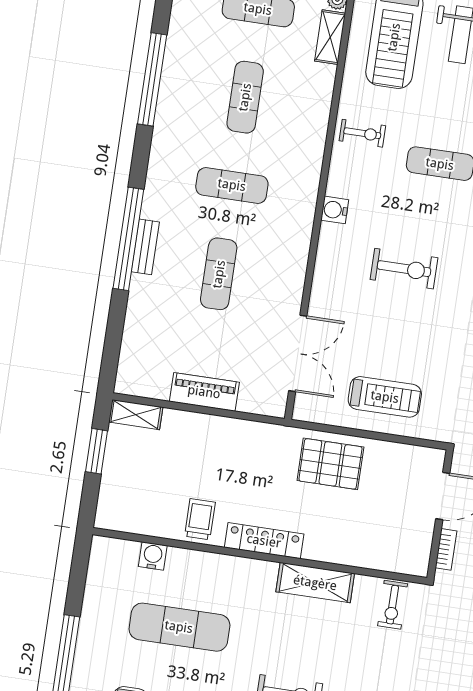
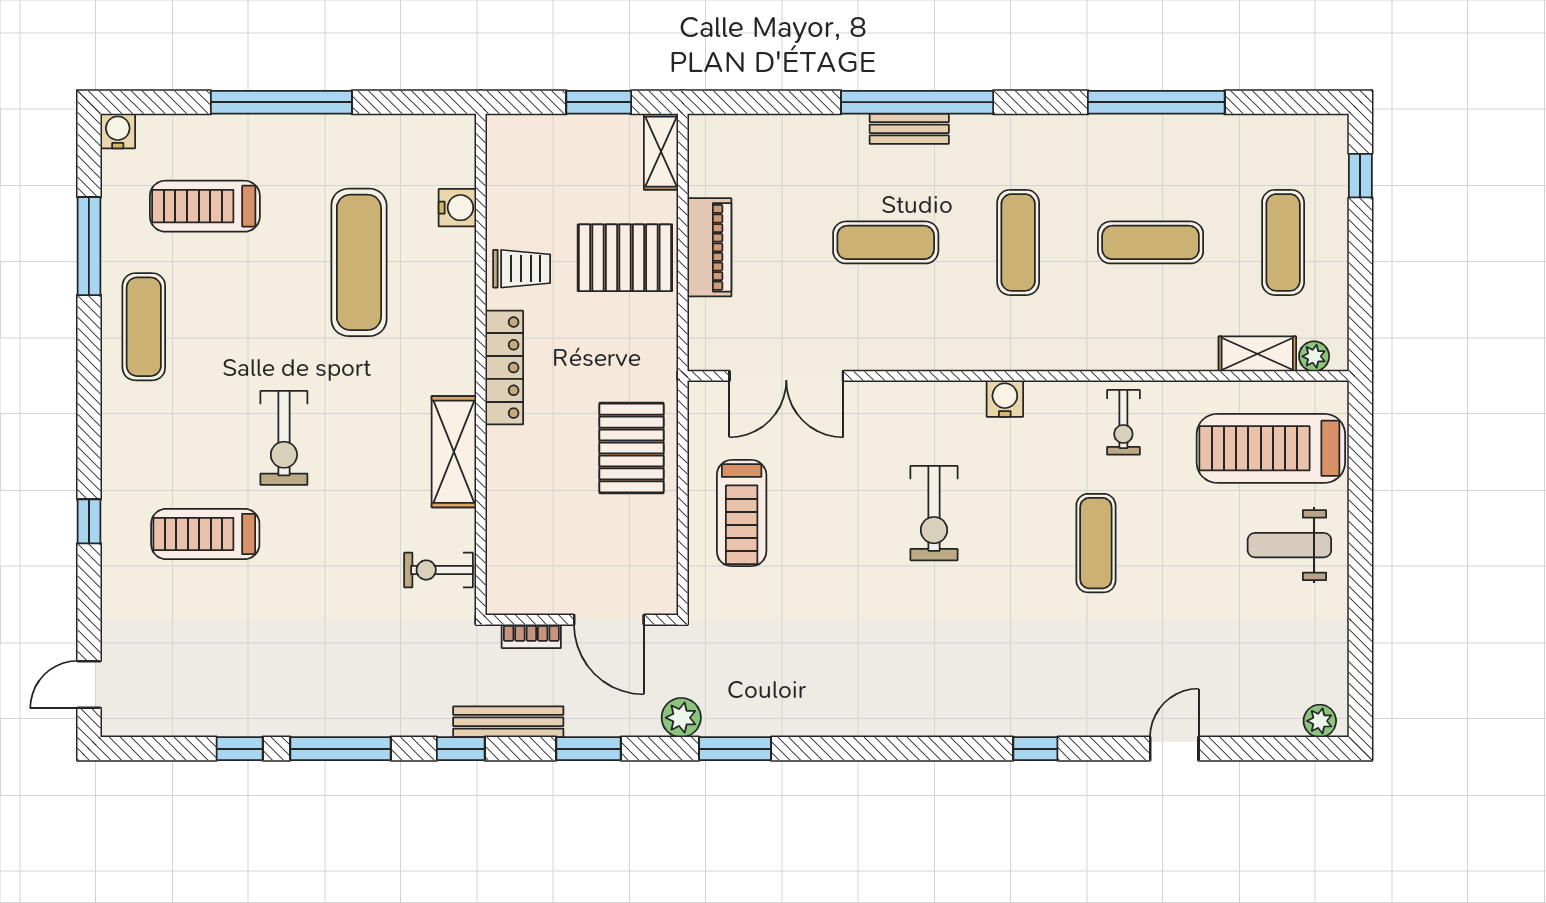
pallet: (203, 449) -> (625, 258), added

